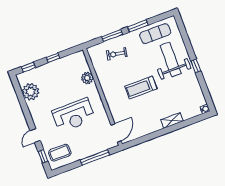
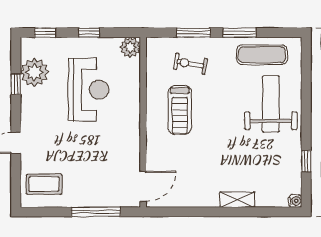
window: (196, 66) -> (306, 161), moved
plant: (87, 78) -> (130, 47), moved
treadmill: (141, 88) -> (180, 110), moved, turned -90
reception desk: (74, 115) -> (89, 90), moved, turned -90
window: (43, 156) -> (16, 84), moved

